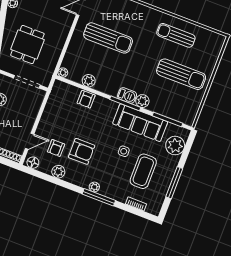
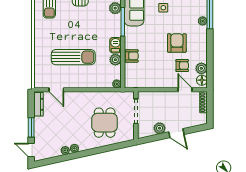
sun lounger: (108, 38) -> (73, 57), turned 90
dining table: (27, 45) -> (105, 123), turned 90
barbecue: (127, 95) -> (115, 45), moved
plant: (58, 172) -> (201, 68), moved

